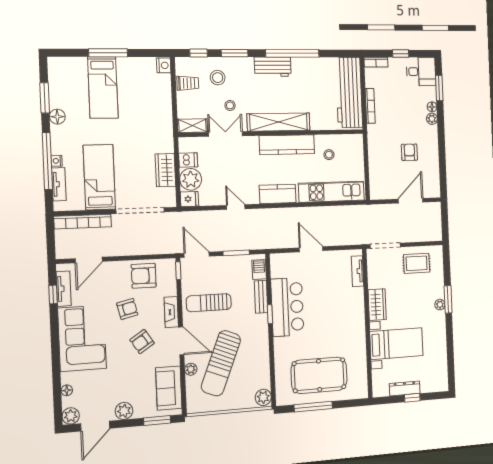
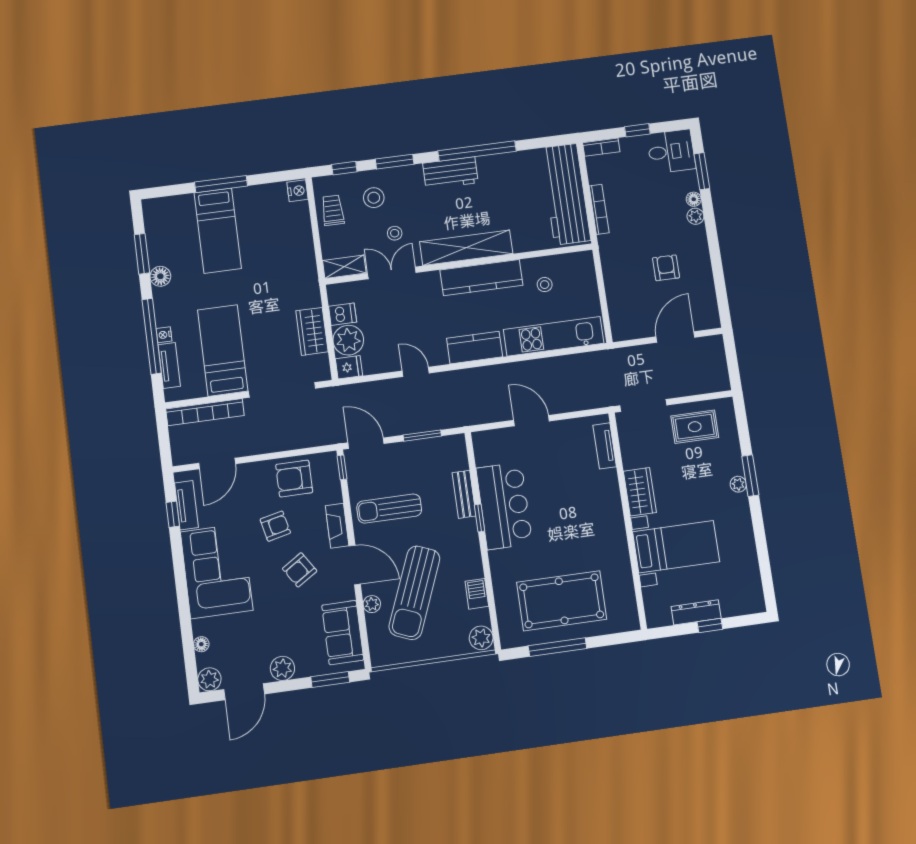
trolley: (188, 83) -> (333, 210), turned -90
barbecue: (259, 270) -> (477, 594), moved

